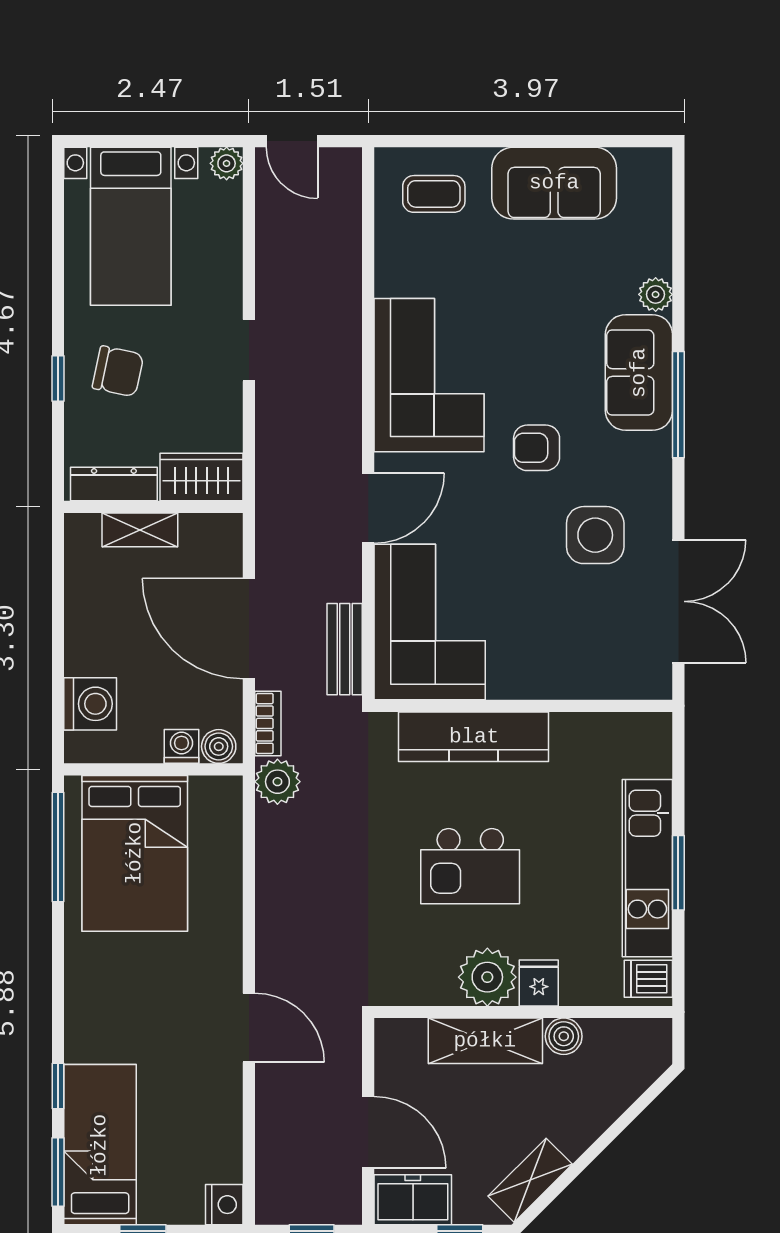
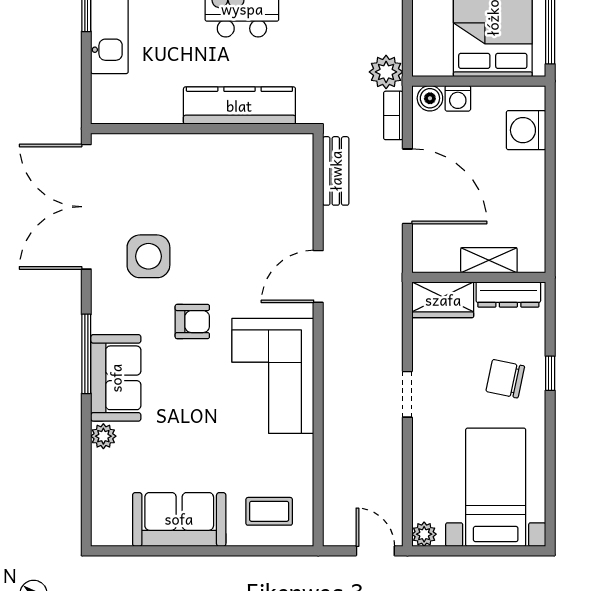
double door: (678, 601) -> (86, 207), width x1.36
corner sofa: (430, 622) -> (272, 191), removed

